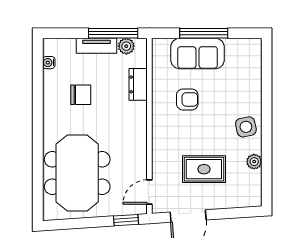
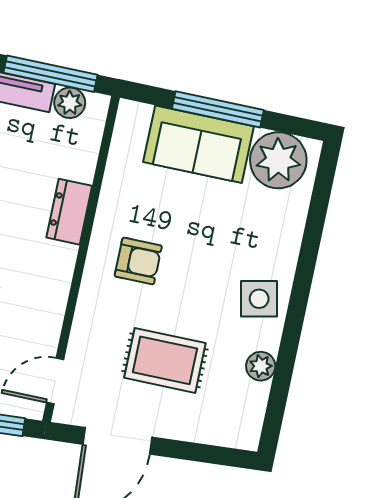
plant: (241, 53) -> (278, 160), added
dresser: (138, 84) -> (69, 212), moved
armchair: (187, 99) -> (138, 261), moved

